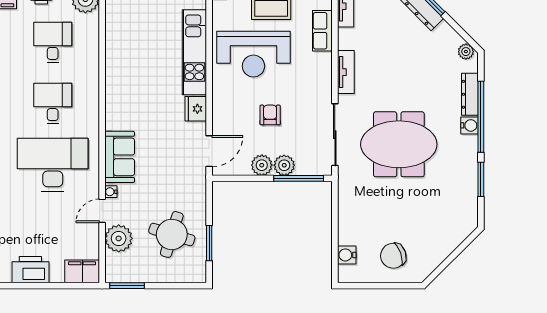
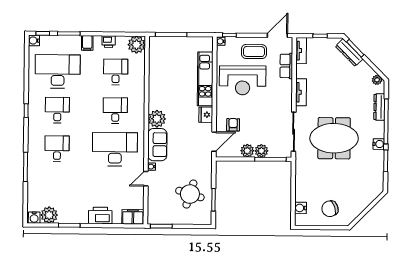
armchair: (270, 115) -> (233, 125), moved
water cooler: (469, 125) -> (379, 144), moved
plant: (119, 238) -> (157, 119), moved

